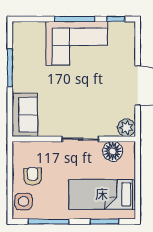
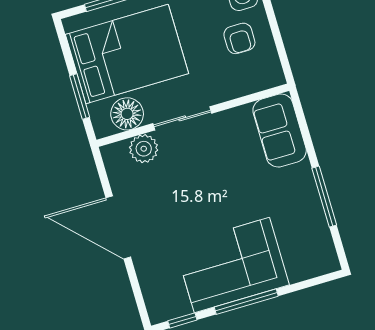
plant: (126, 128) -> (144, 149), moved
window: (138, 170) -> (80, 96), added
bed: (102, 194) -> (127, 54), width x1.50

